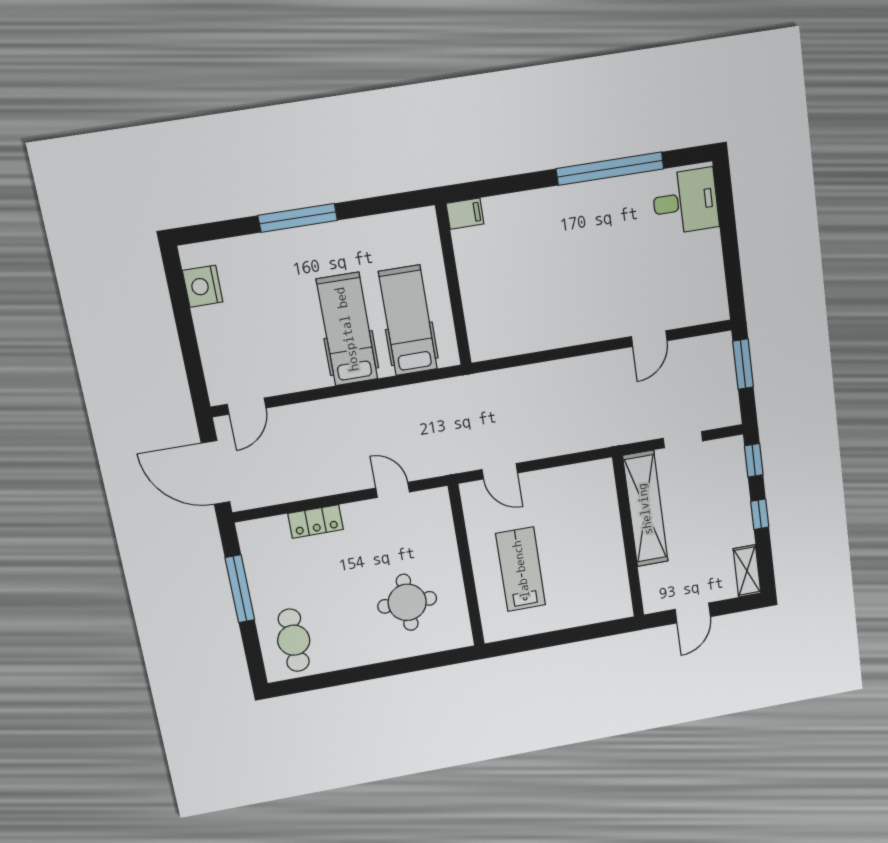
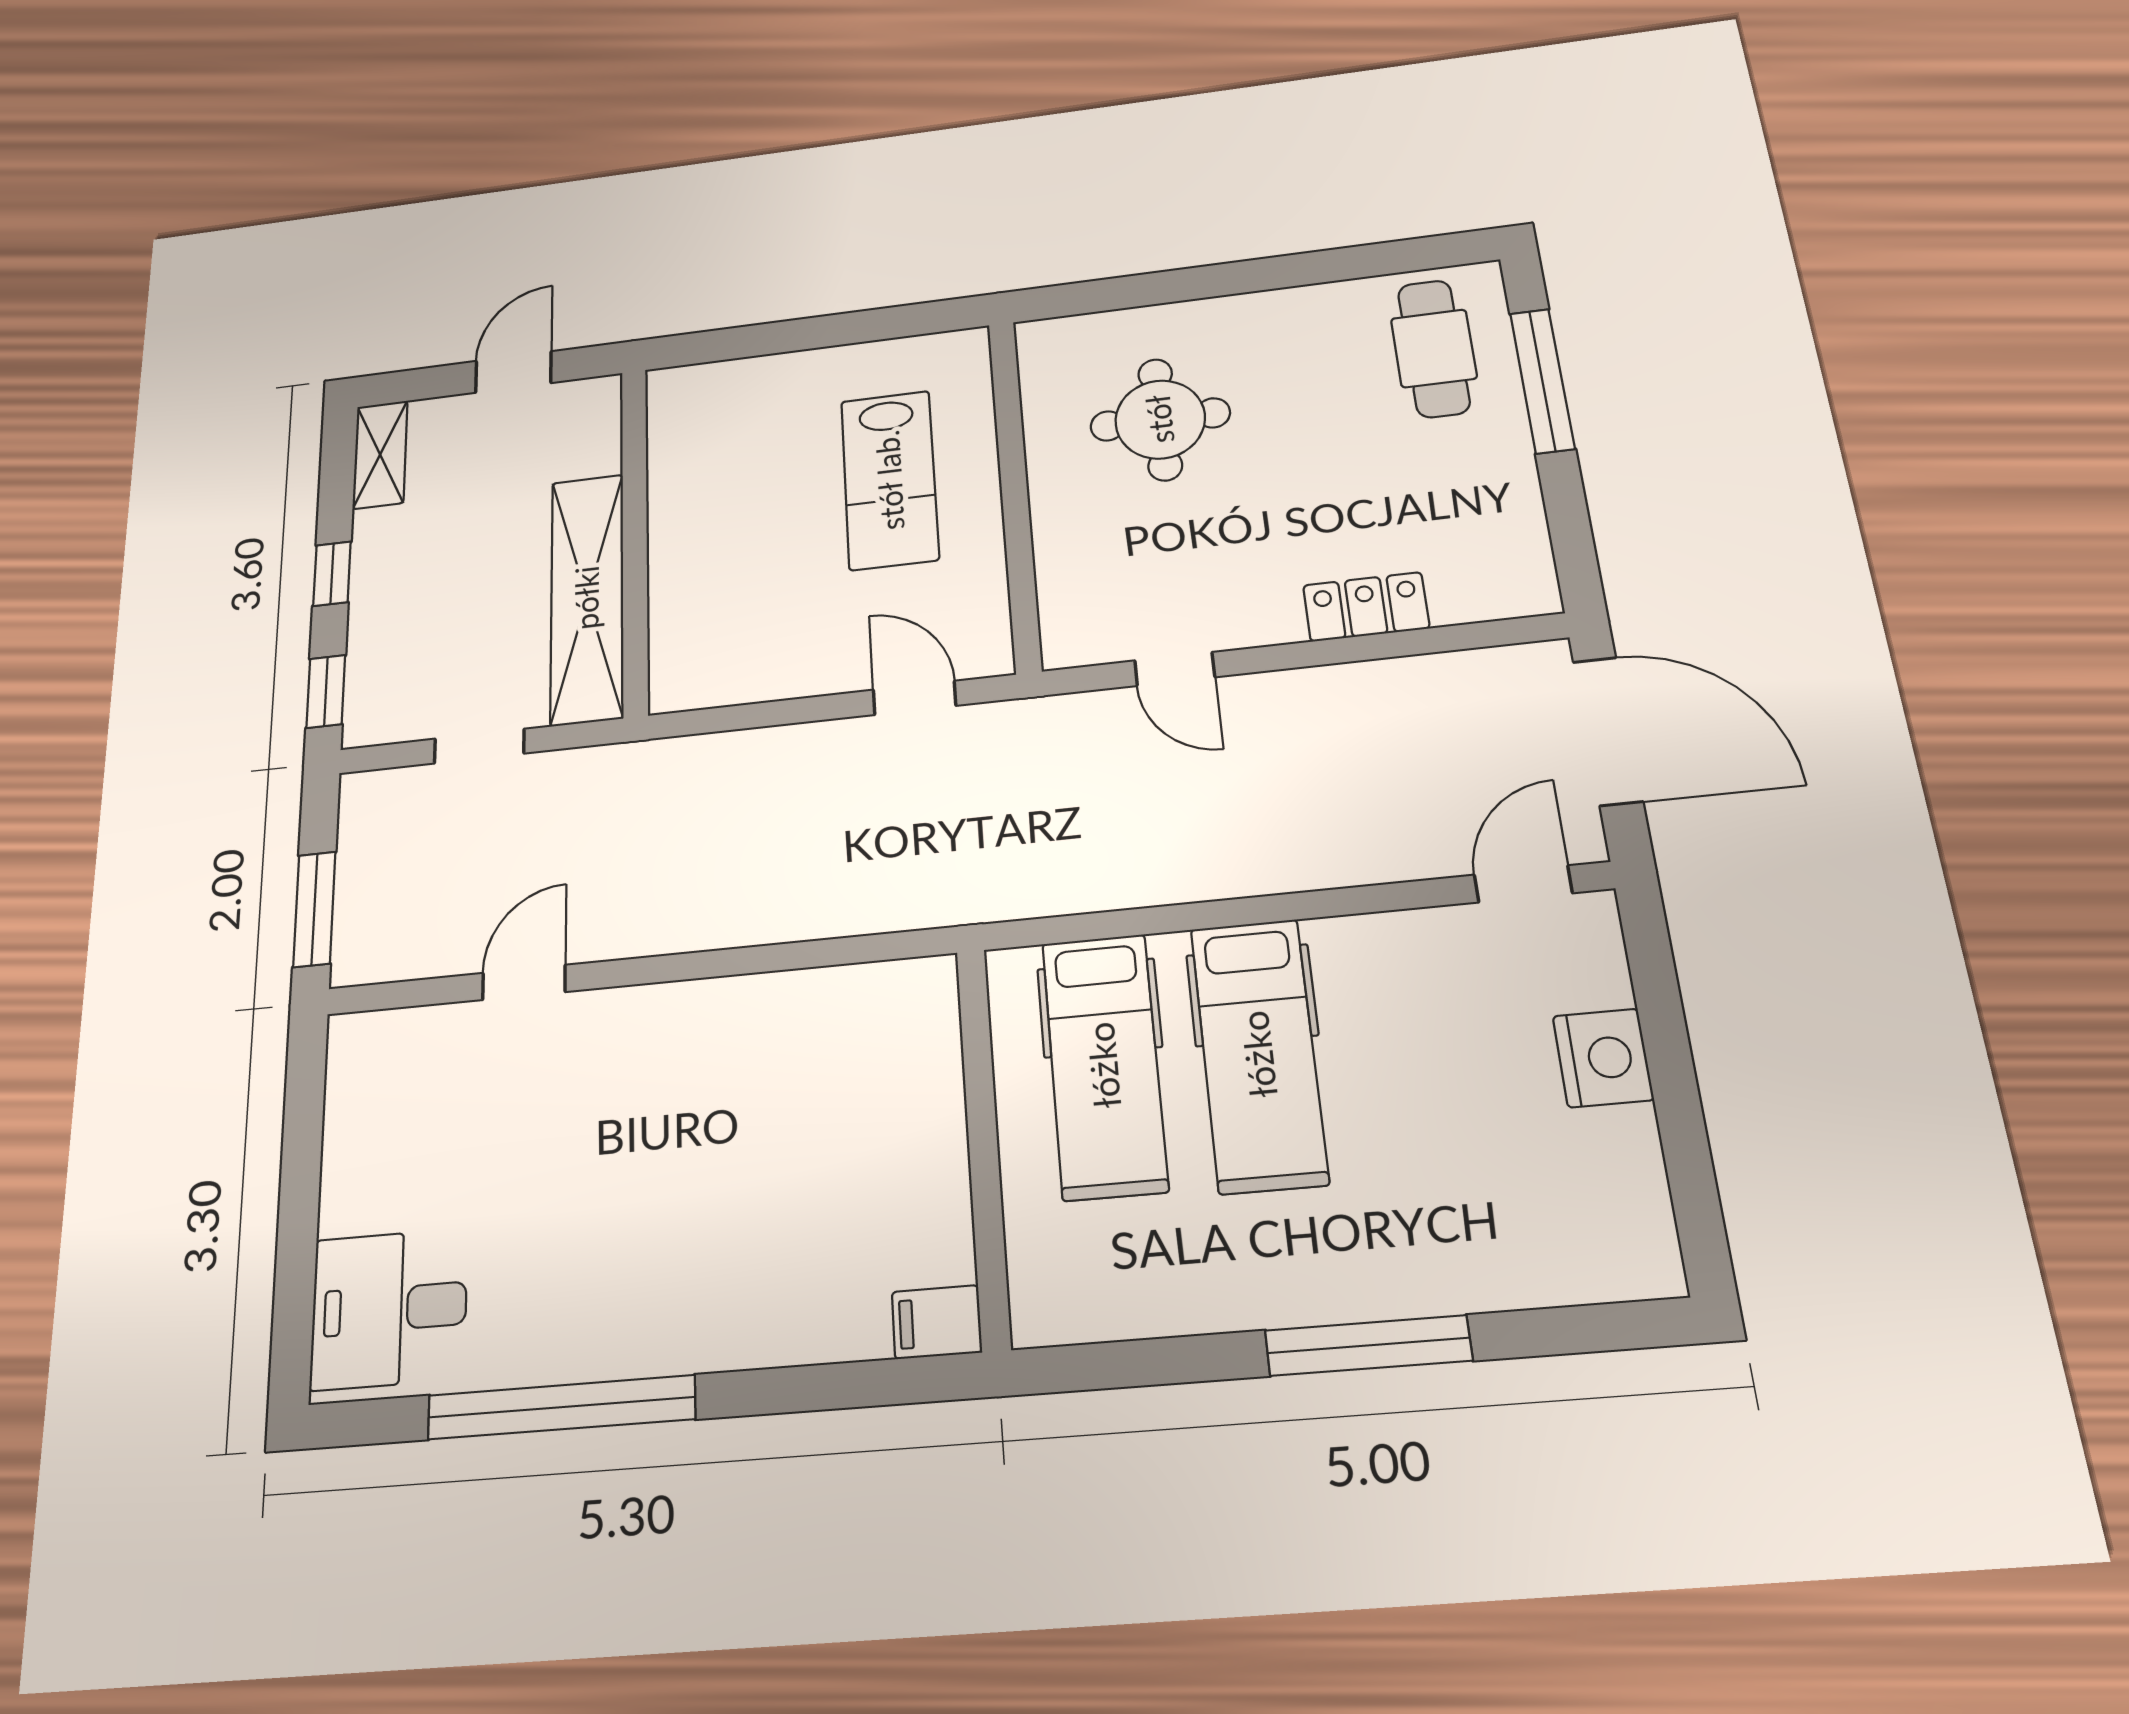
nightstand: (203, 286) -> (1603, 1058), moved
window: (240, 589) -> (1542, 381), moved

